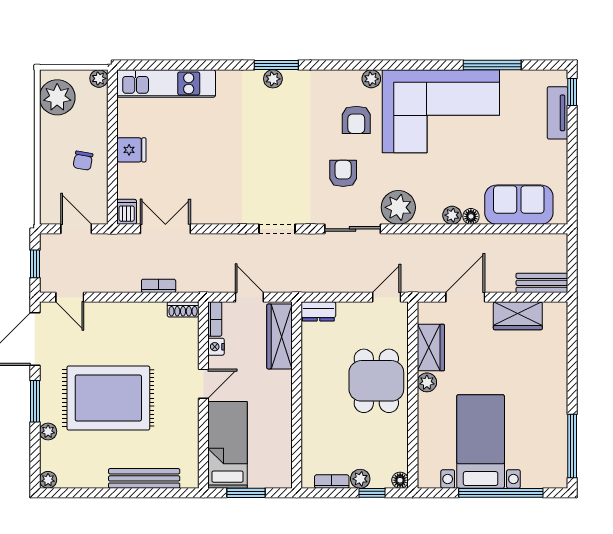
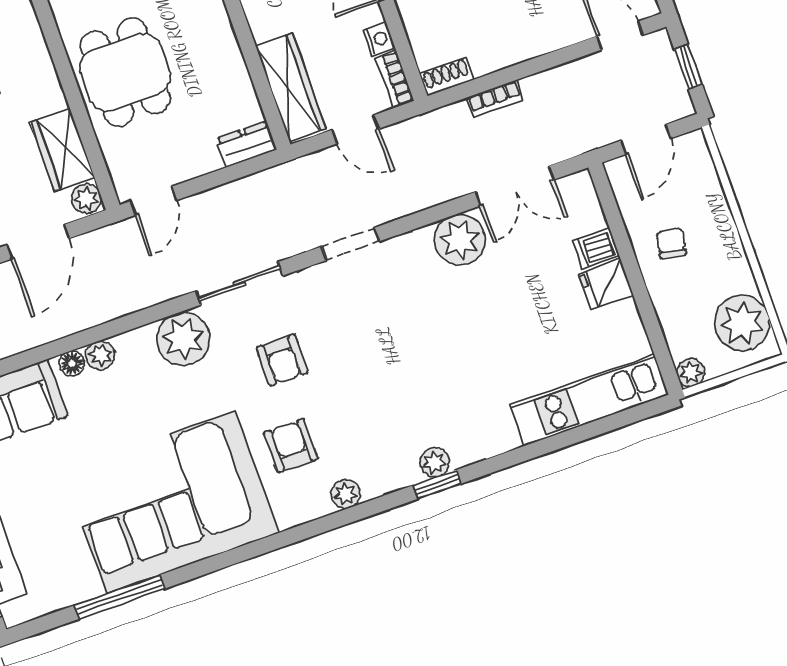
window: (276, 65) -> (437, 484), width x0.67
plant: (371, 79) -> (346, 494), moved
plant: (210, 208) -> (460, 240), added
dishwasher: (127, 212) -> (596, 248), moved, turned 90
door: (76, 229) -> (646, 139), hinge flipped
plant: (427, 382) -> (86, 199), moved

